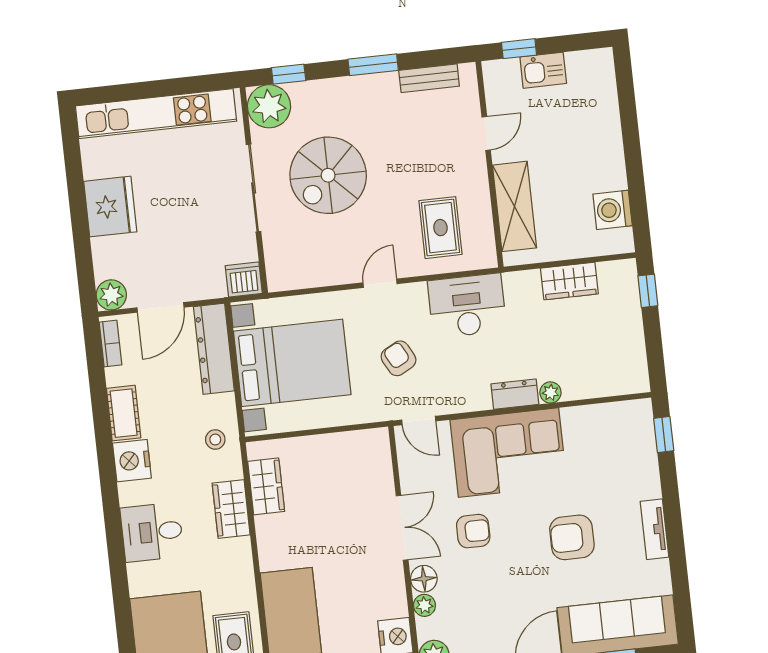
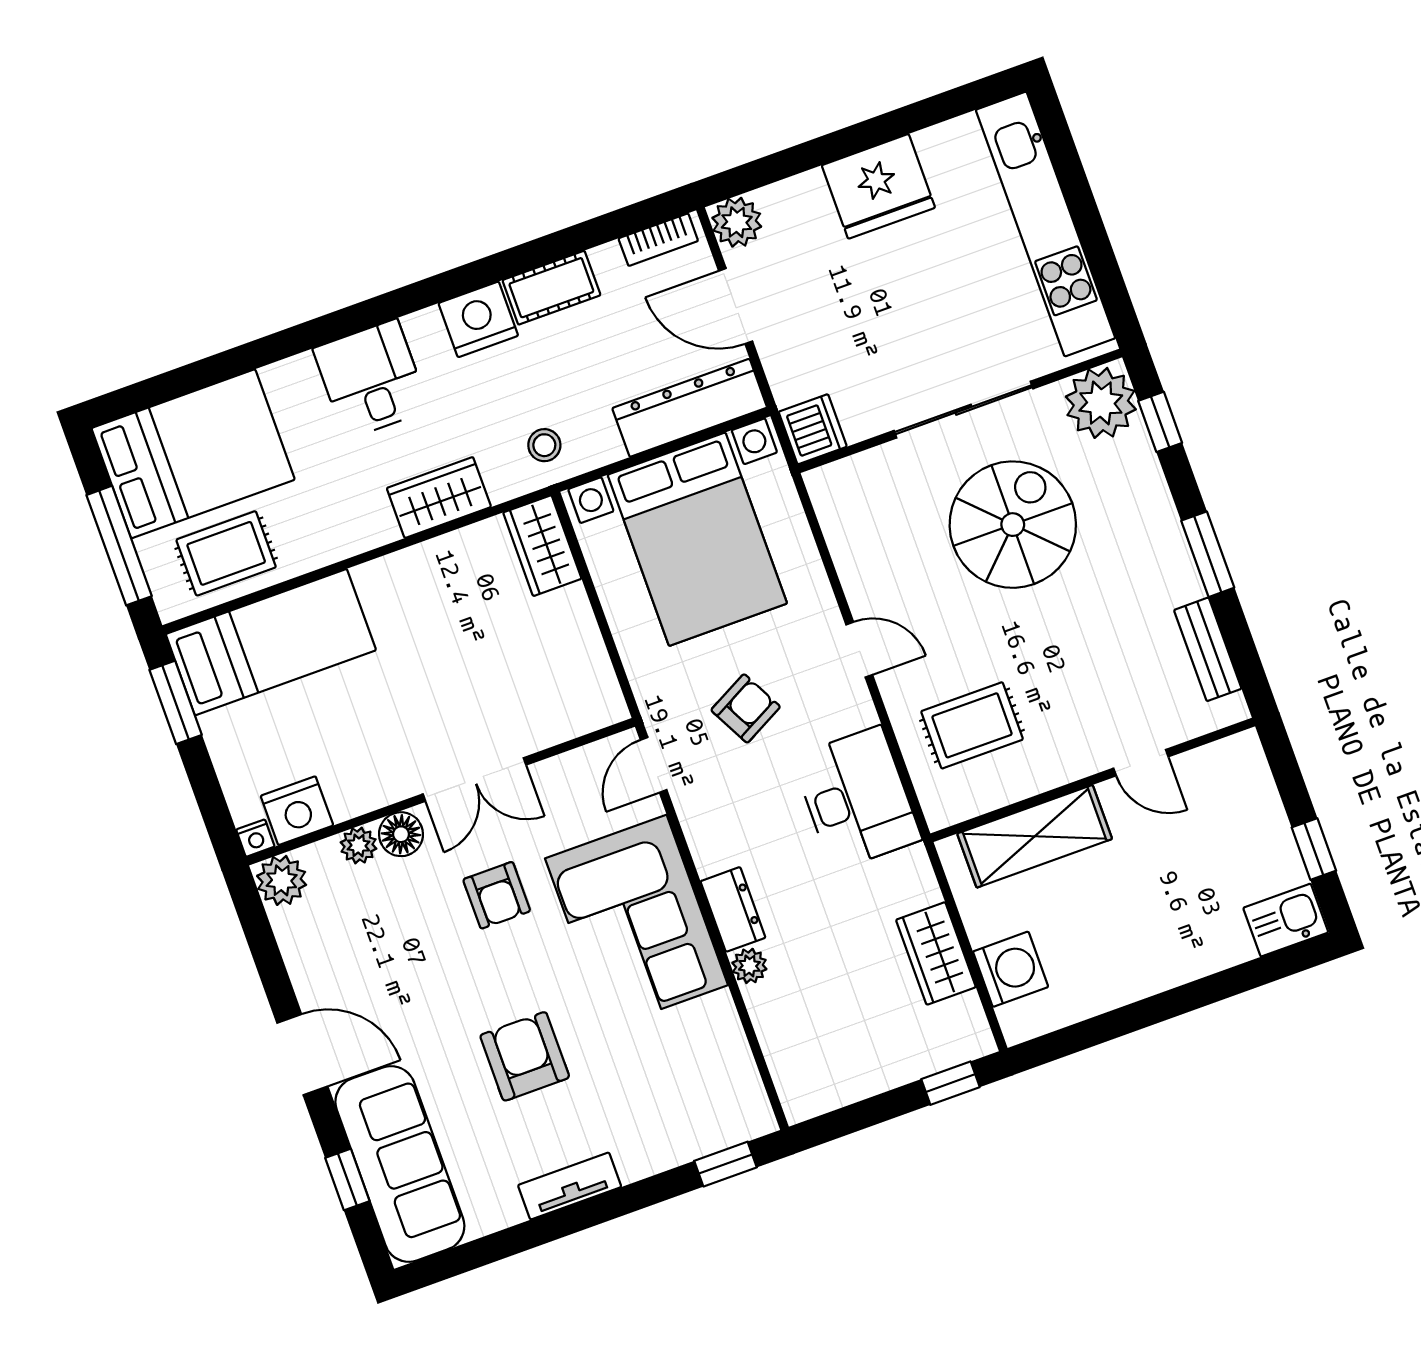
window: (519, 49) -> (1314, 849), moved
kitchen sink: (543, 70) -> (1286, 920), moved, turned 90
spiral stairs: (328, 175) -> (1013, 525), turned 90
washing machine: (613, 210) -> (1011, 969), moved, turned 90
wardrobe: (266, 486) -> (542, 546), moved, turned 90

